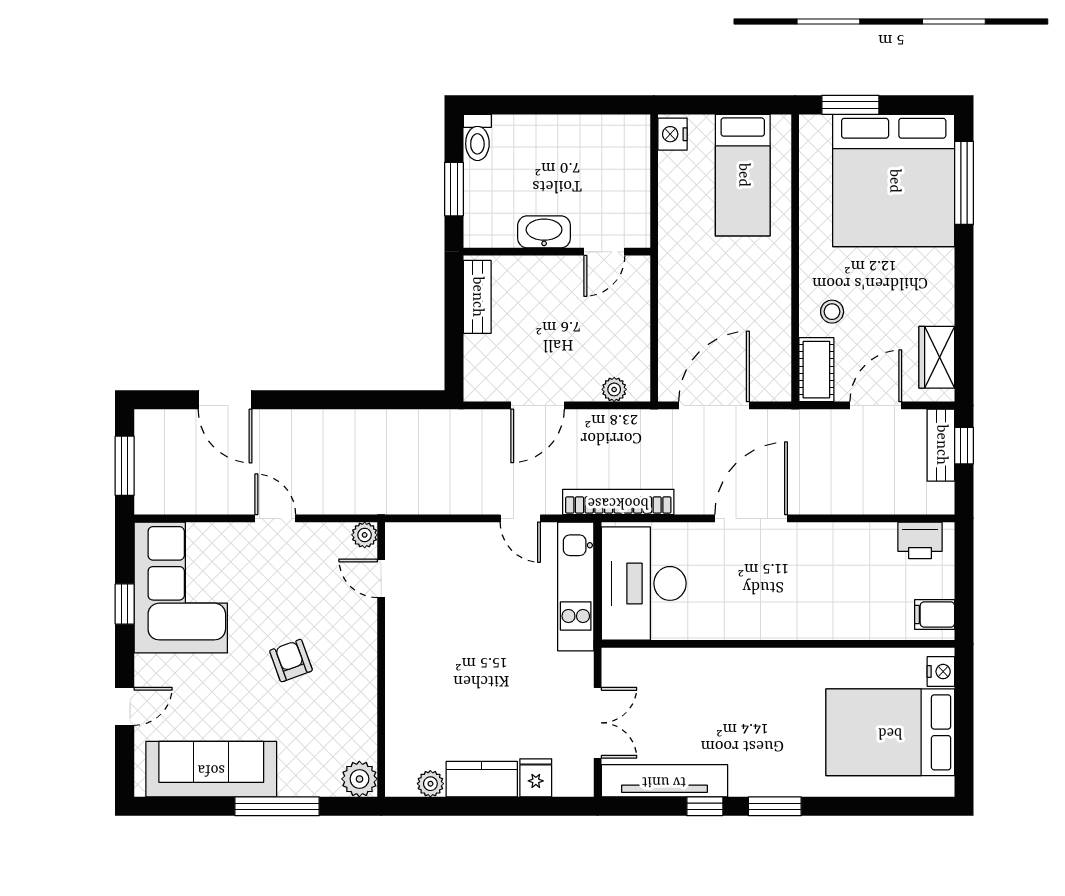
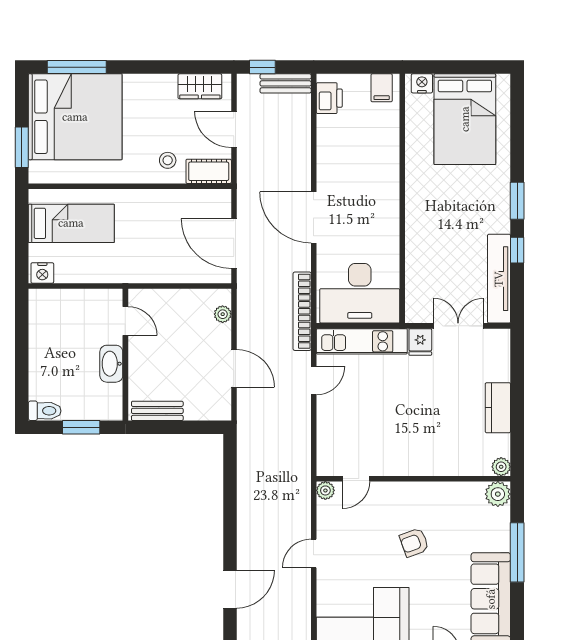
bench: (941, 445) -> (286, 83), moved
fridge: (536, 778) -> (420, 342), moved, turned -90
plant: (430, 784) -> (501, 467), moved

